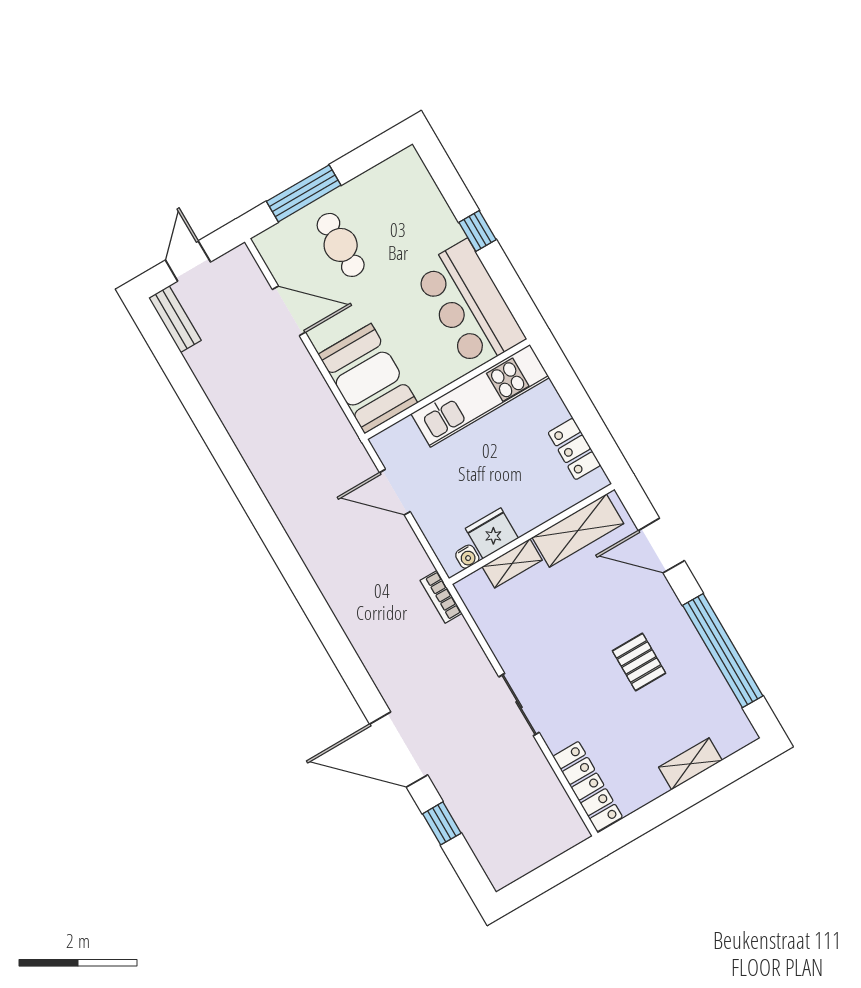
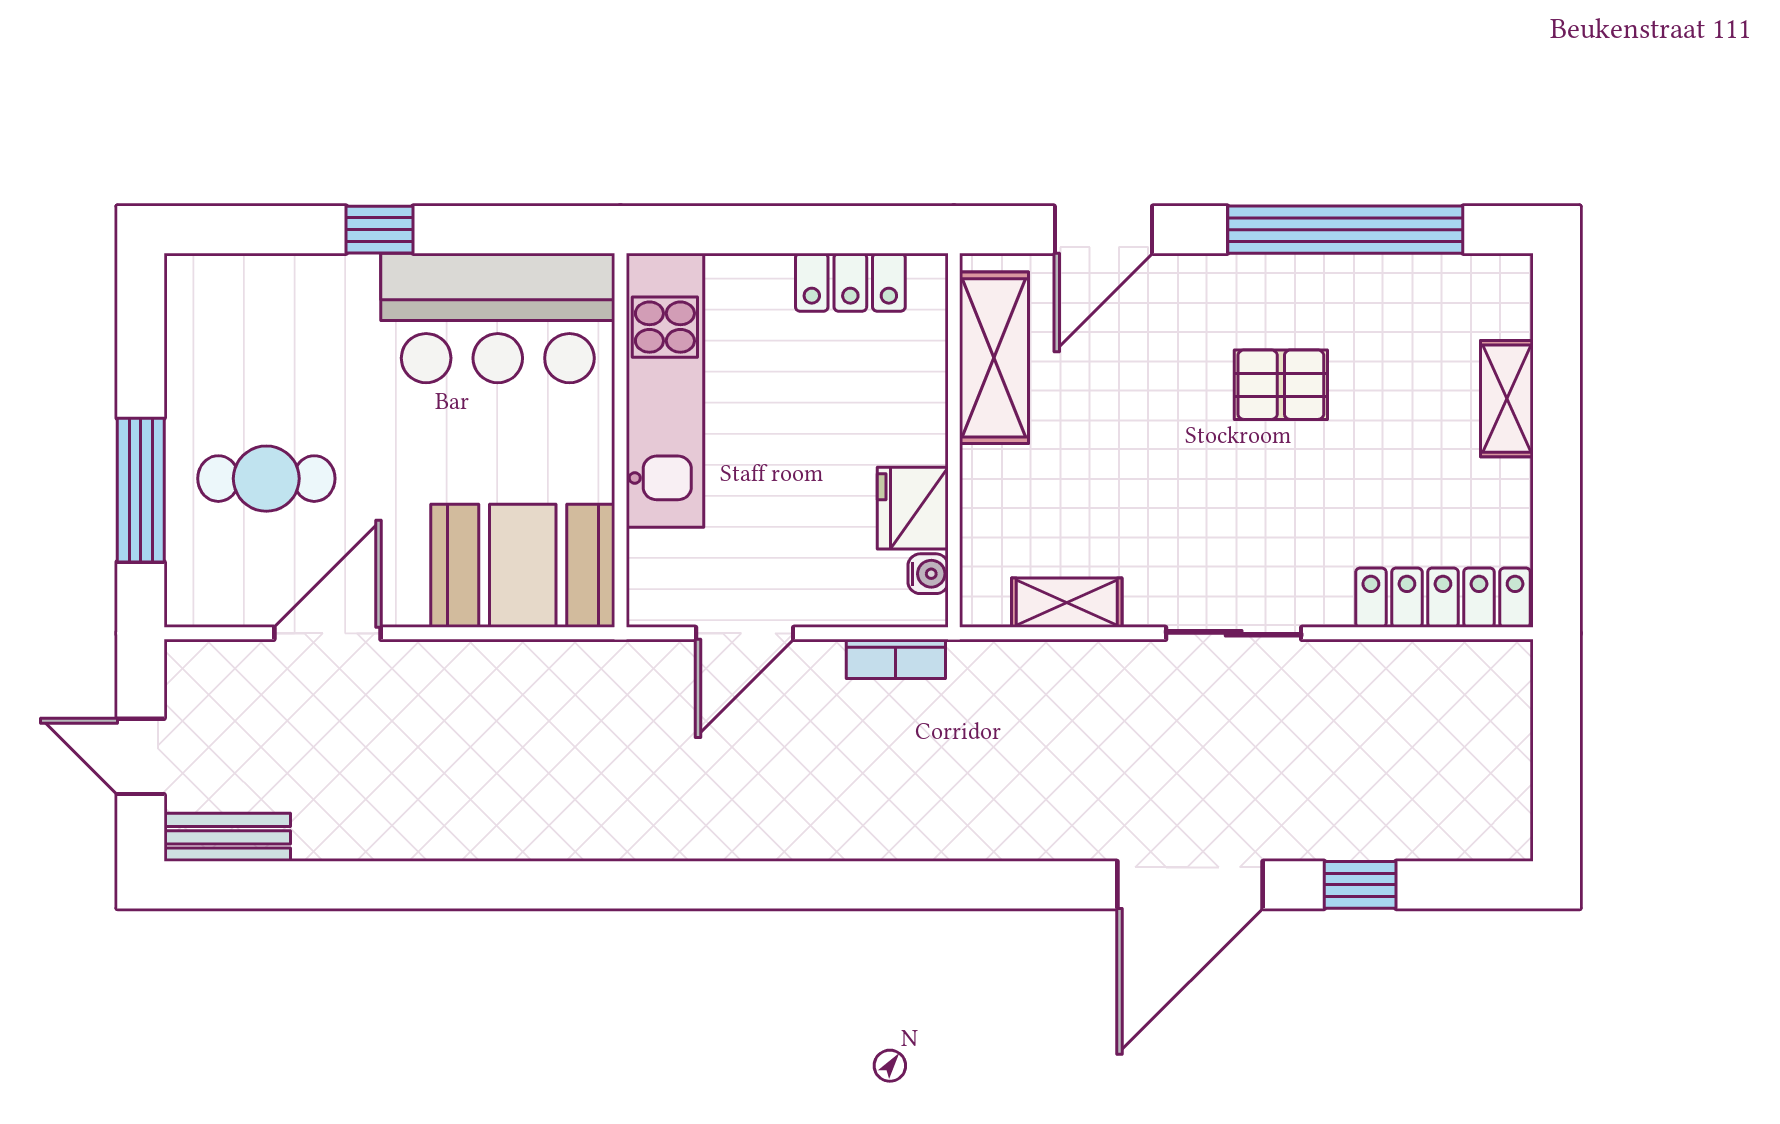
shelving: (512, 563) -> (1067, 603), moved, turned 90
bookcase: (441, 597) -> (896, 659), moved

